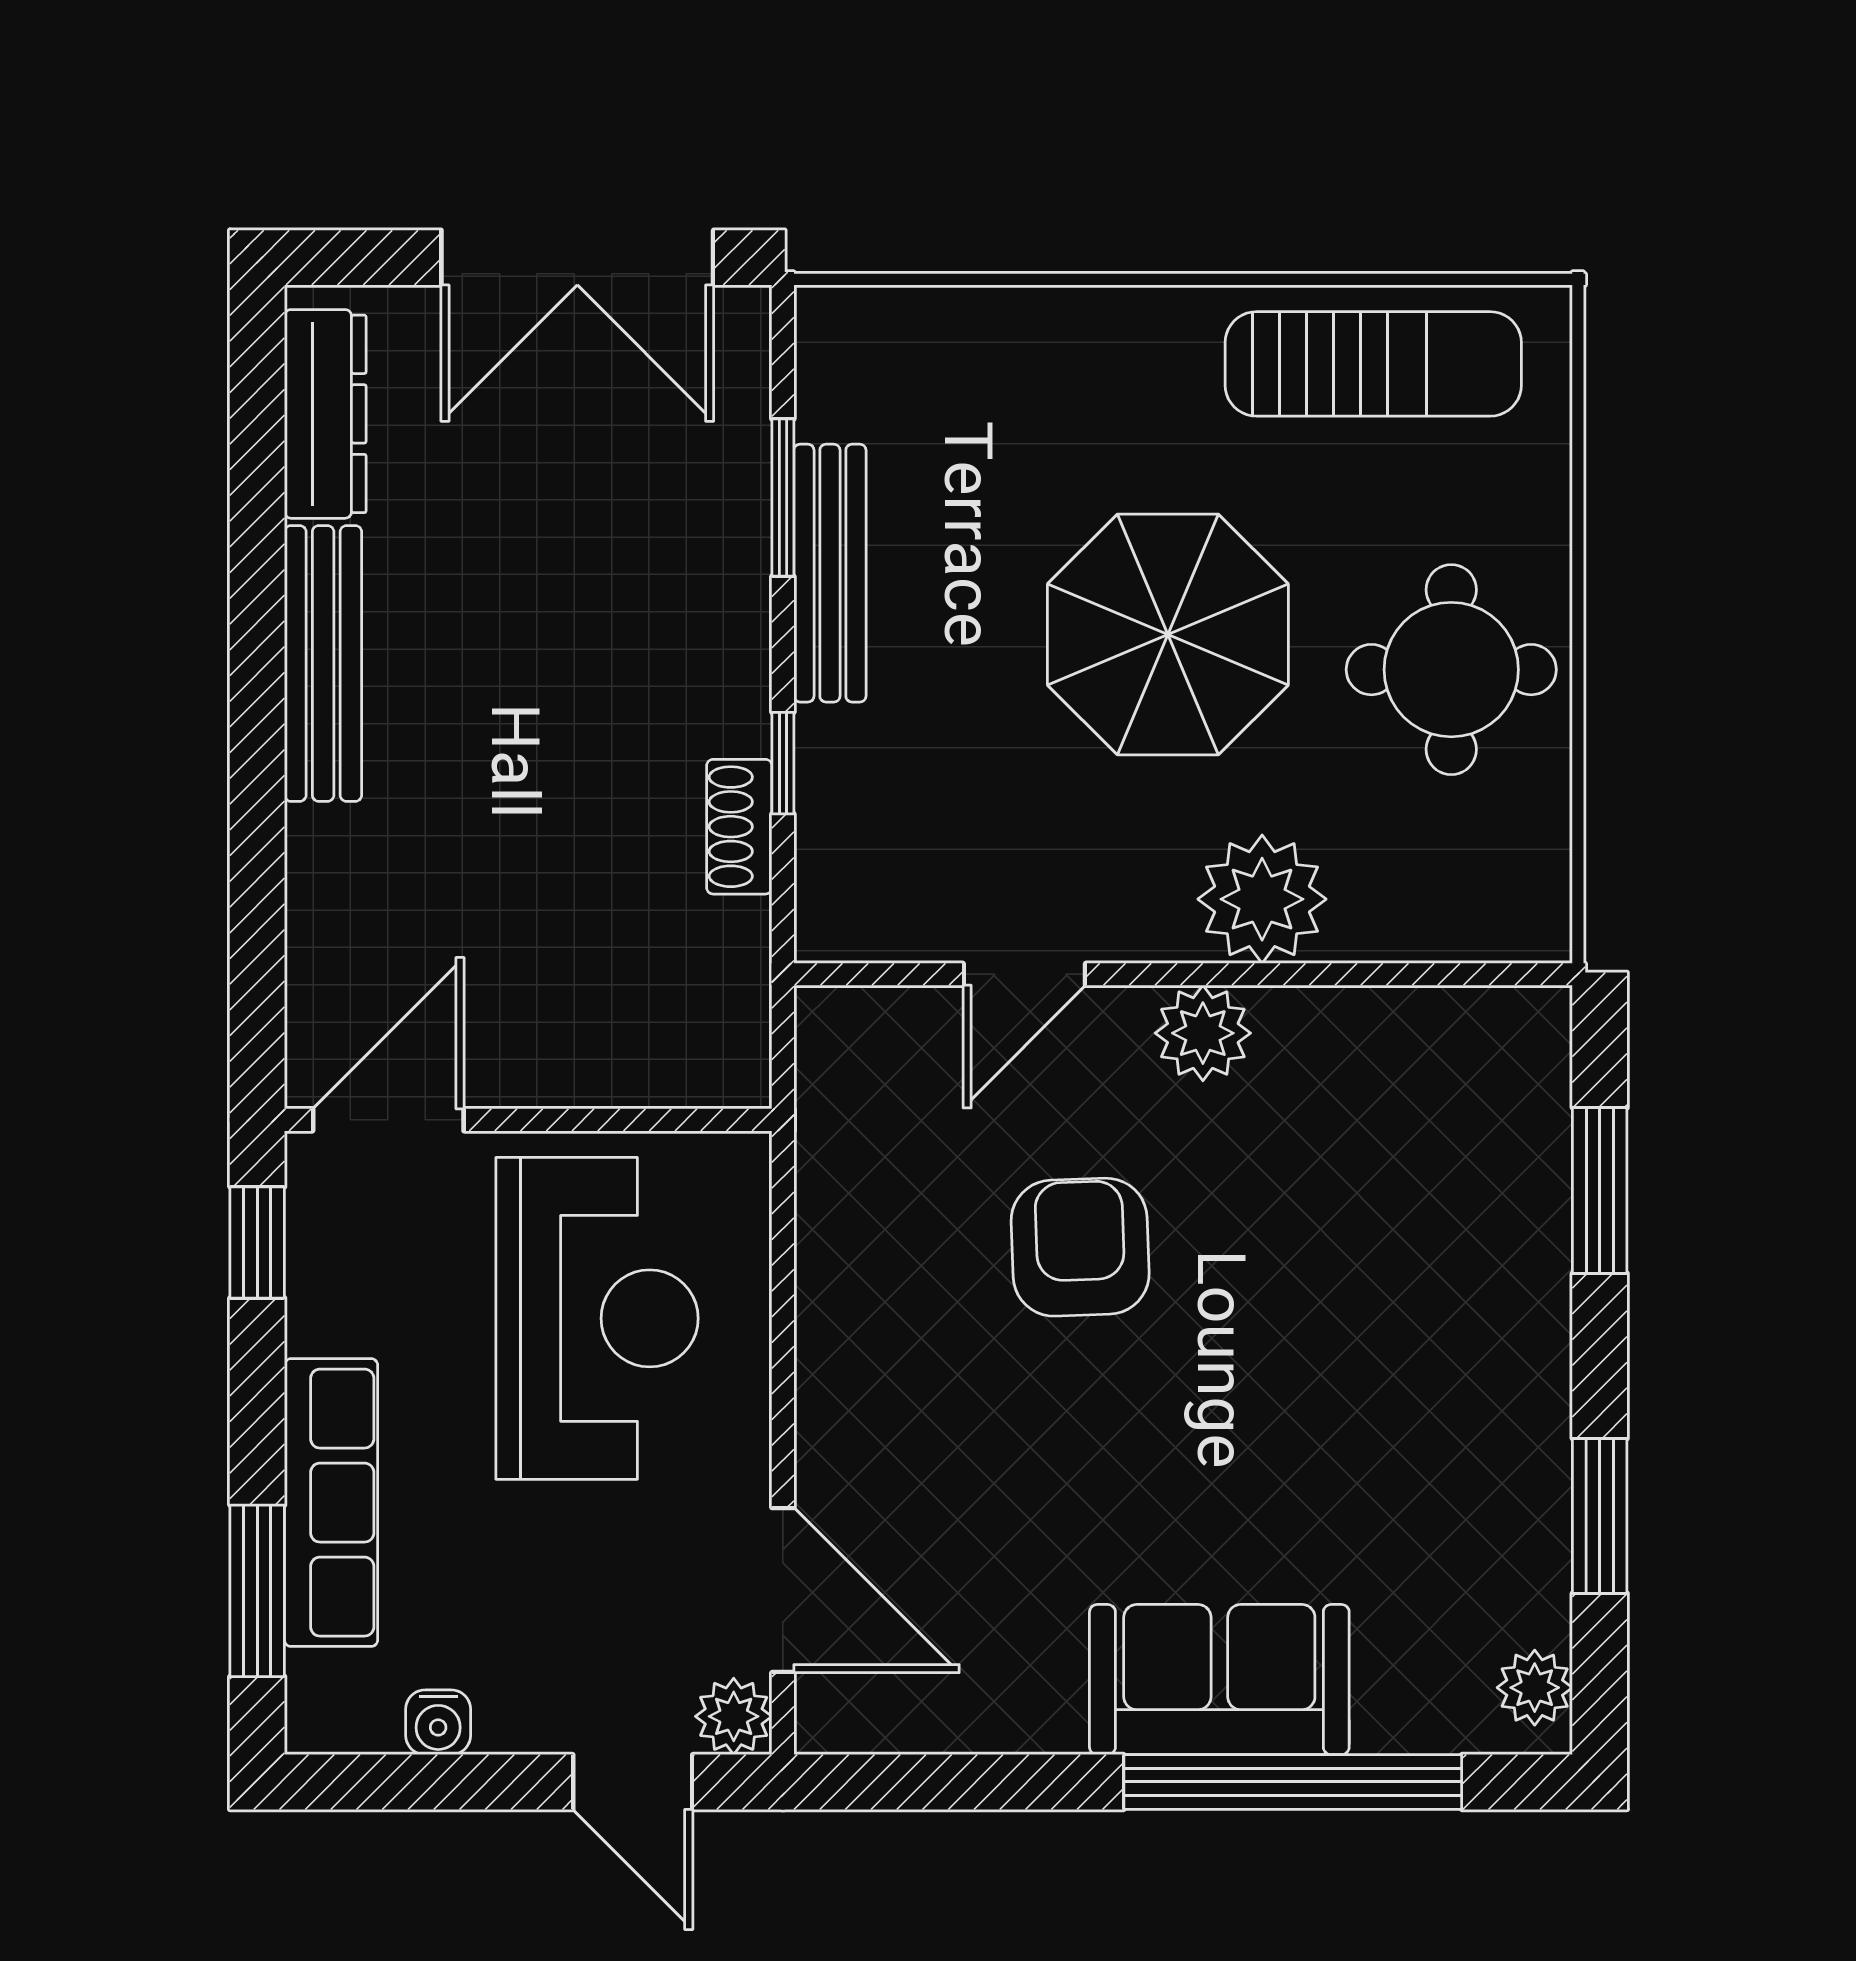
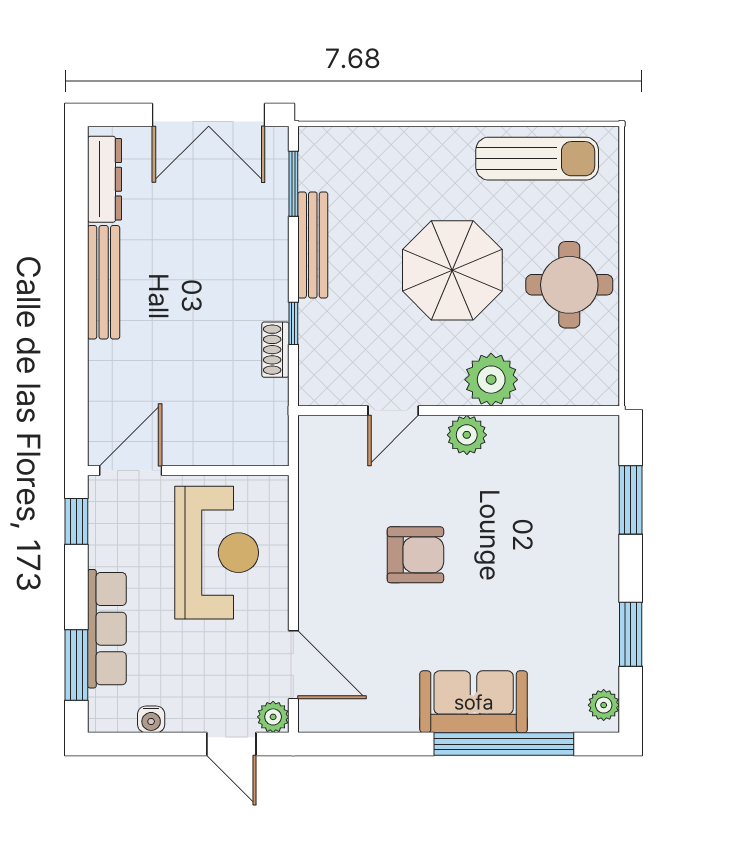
window: (783, 498) -> (293, 184), moved
armchair: (1080, 1247) -> (415, 555), moved, turned 92

